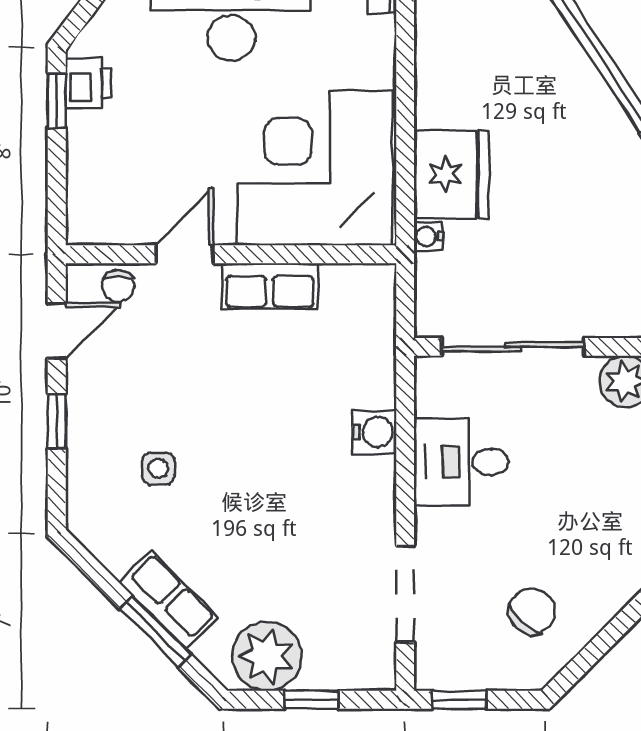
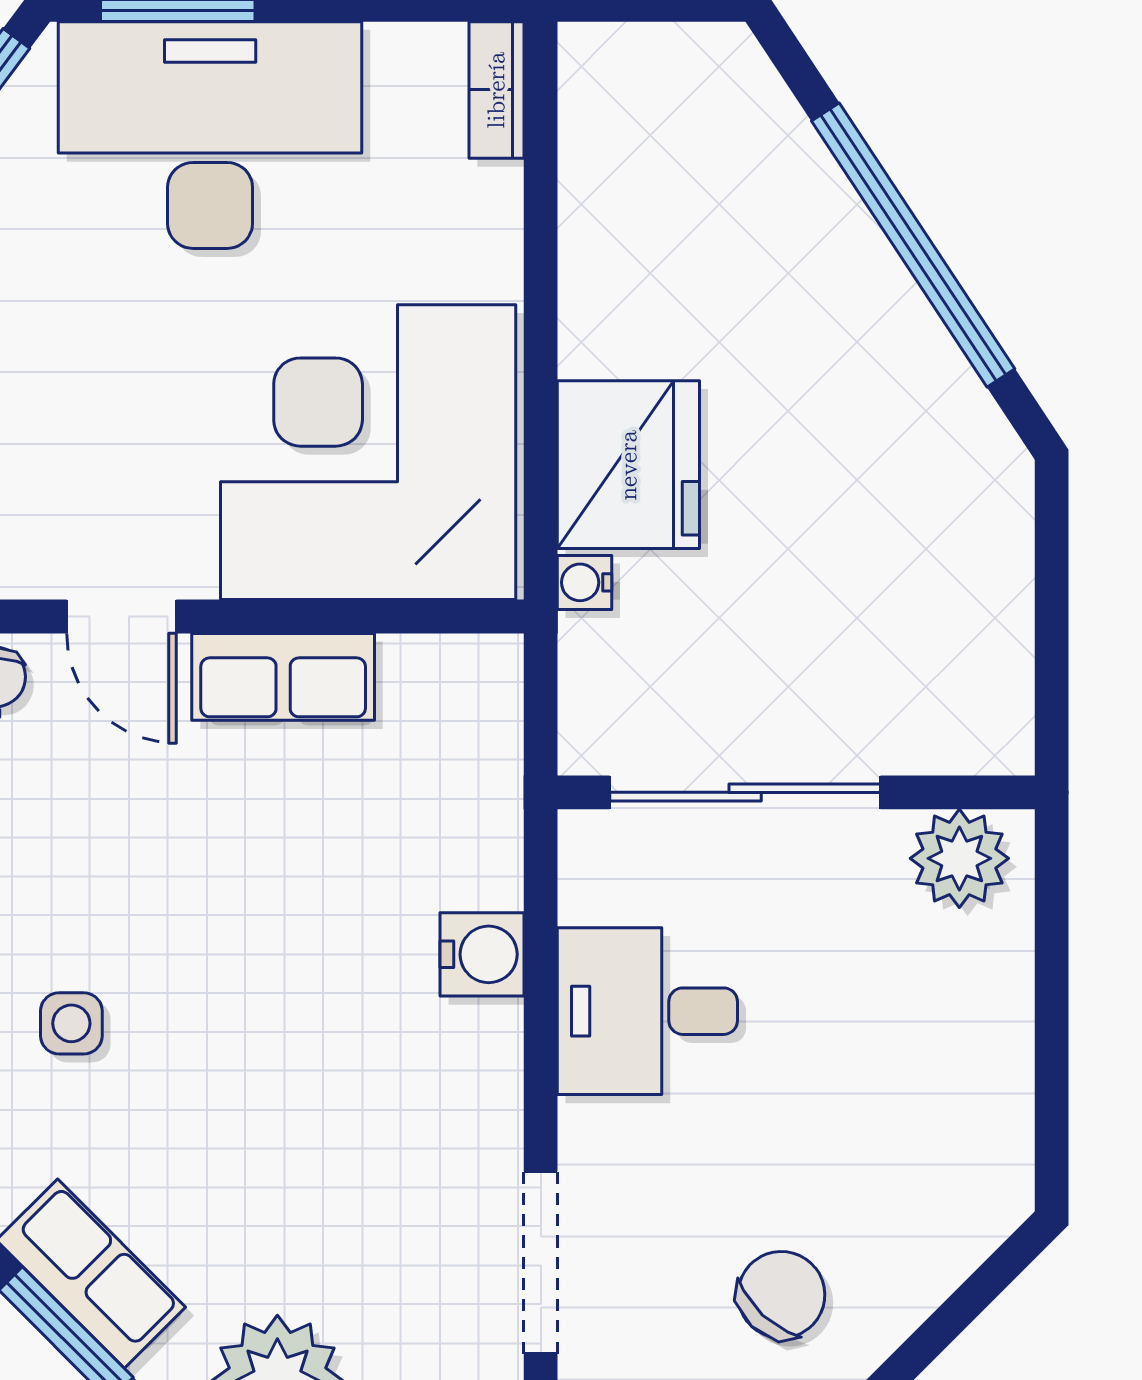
door: (185, 254) -> (121, 617), swing flipped

